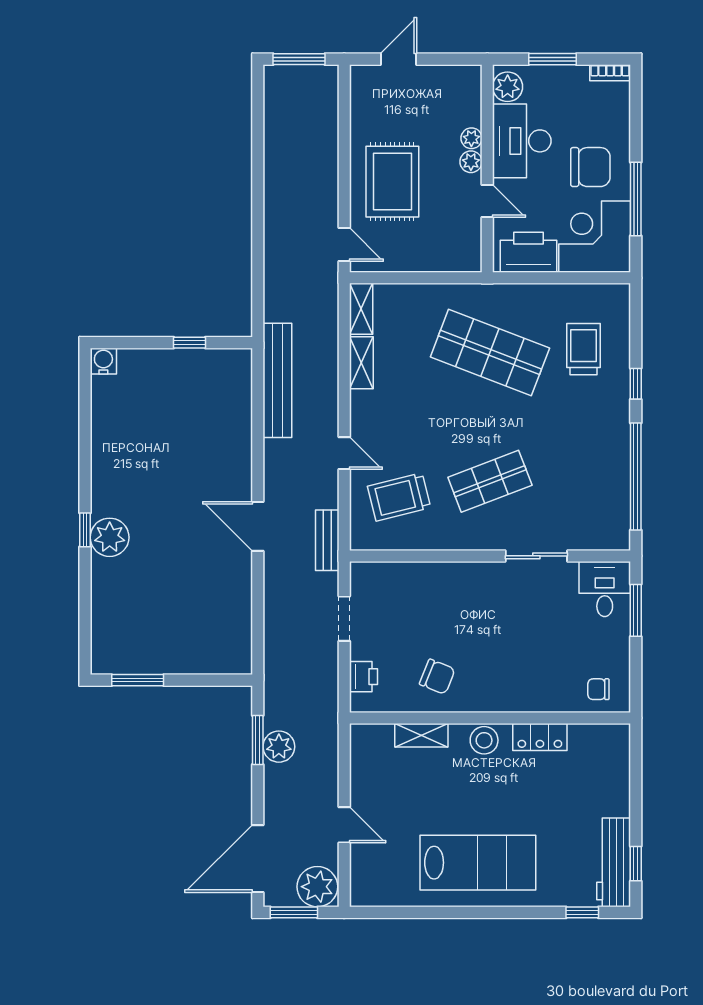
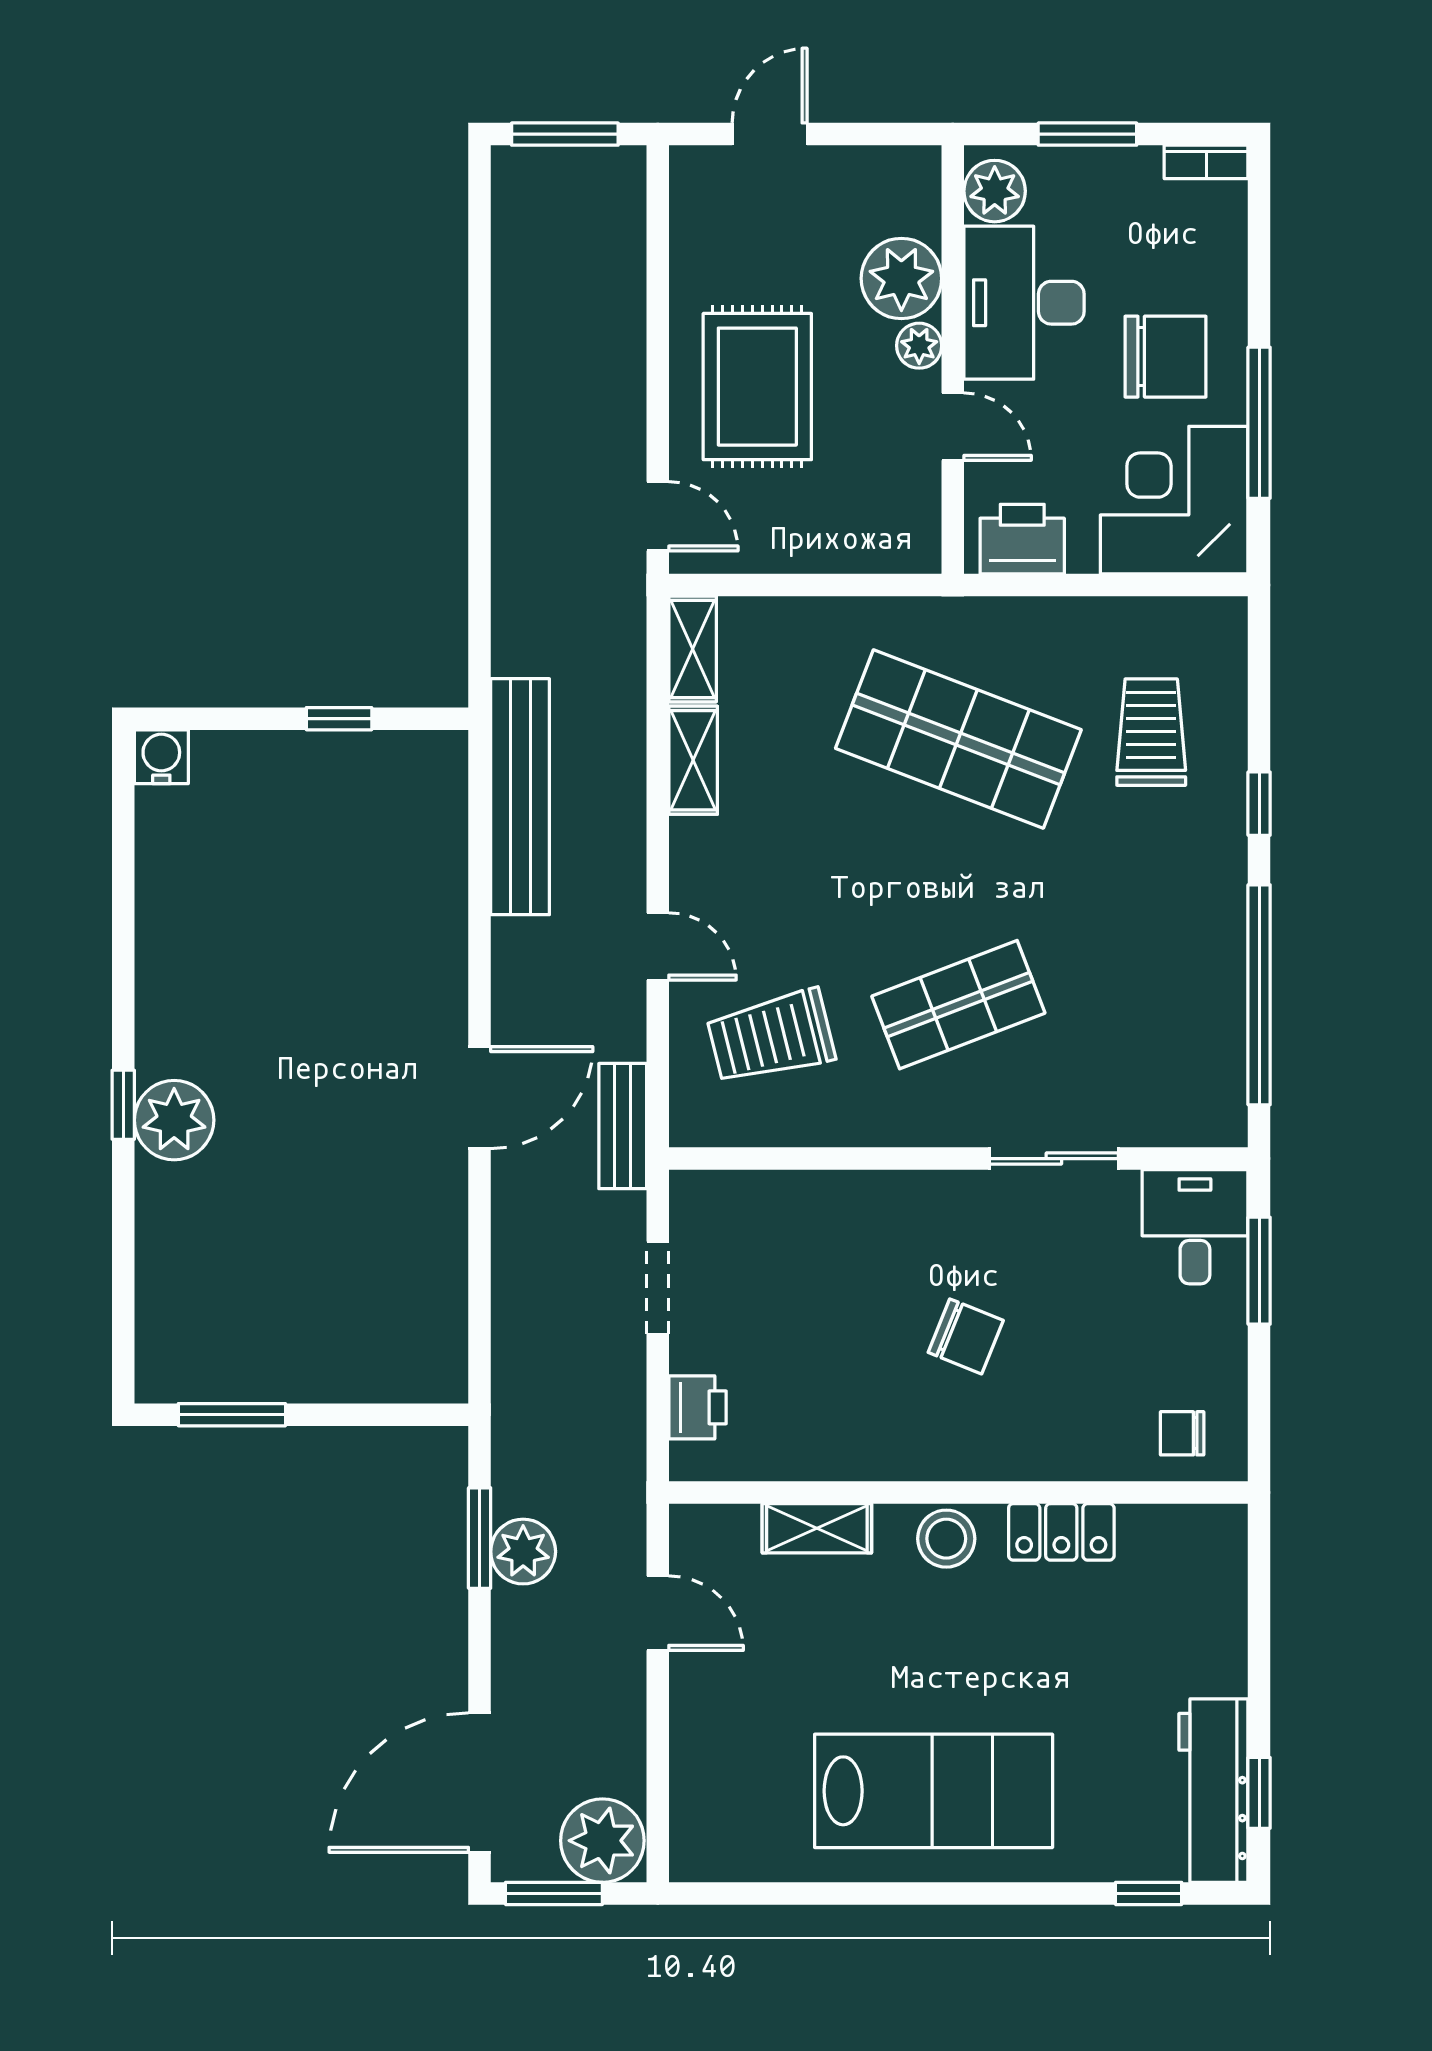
plant: (471, 138) -> (901, 278), width x1.88, depth x1.88
printer: (529, 252) -> (1022, 539), width x0.73, depth x0.84
door: (258, 526) -> (480, 1098), swing flipped
chair: (437, 677) -> (966, 1336), moved
door: (344, 825) -> (658, 1613), moved

